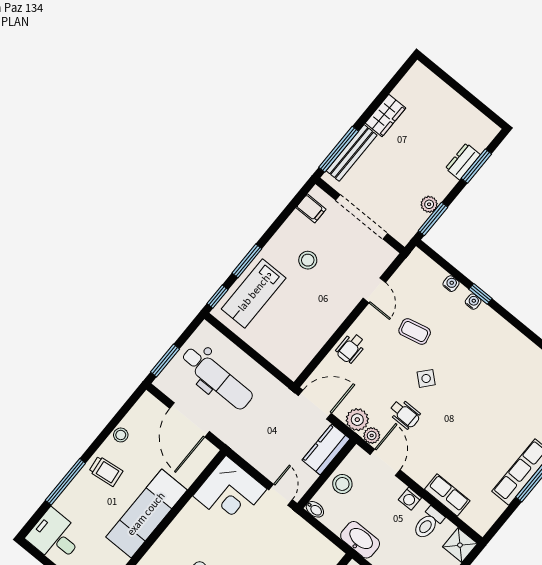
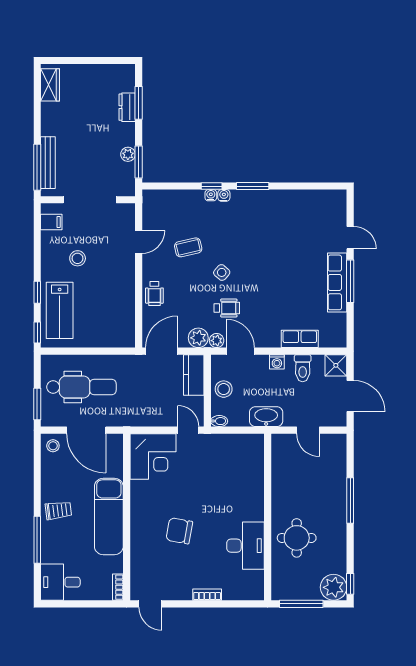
wardrobe: (385, 116) -> (50, 85), moved
window: (247, 261) -> (37, 292), width x0.67
water cooler: (451, 284) -> (224, 195), moved
door: (374, 290) -> (139, 242), hinge flipped
window: (517, 324) -> (253, 186), added
stool: (121, 435) -> (53, 446), moved

